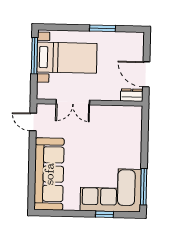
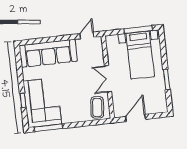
dresser: (132, 95) -> (118, 109), removed
double door: (73, 102) -> (108, 79), moved
coffee table: (126, 121) -> (97, 107), added

